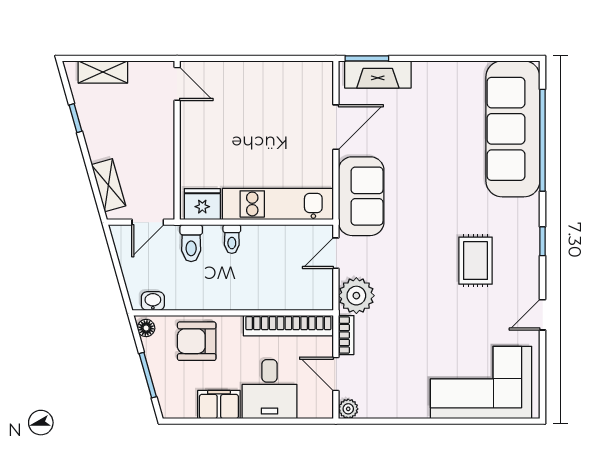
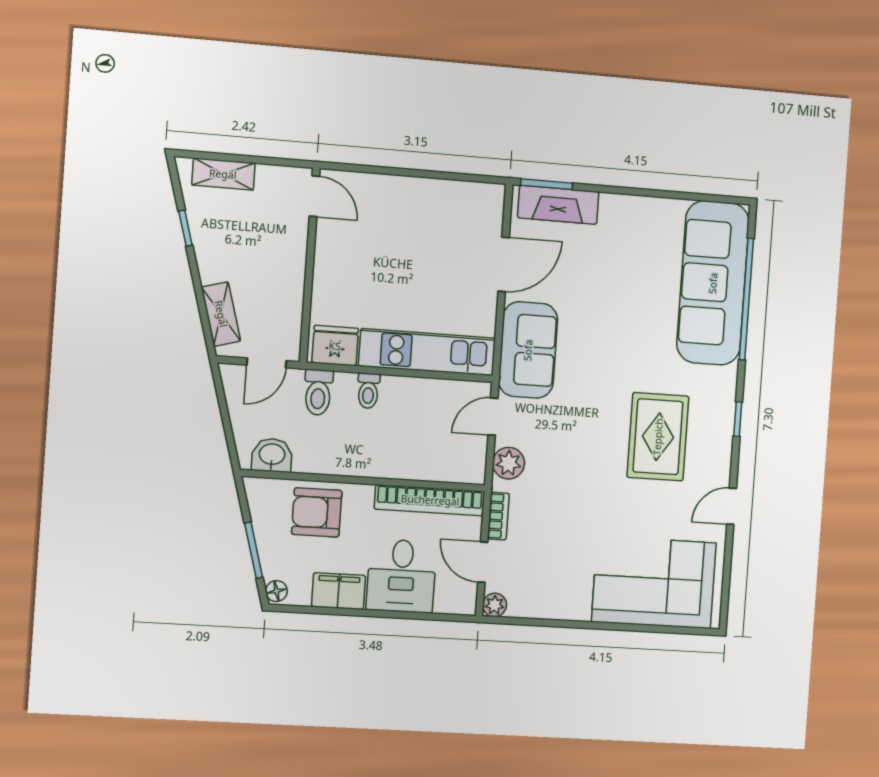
rug: (476, 261) -> (658, 437), width x1.36, depth x1.43
plant: (356, 296) -> (509, 463), width x0.73, depth x0.73
washbasin: (153, 301) -> (272, 455), width x1.38, depth x1.45
floor lamp: (146, 328) -> (276, 591), moved

